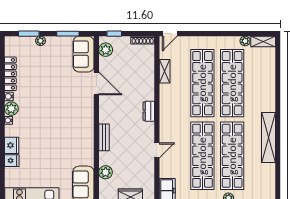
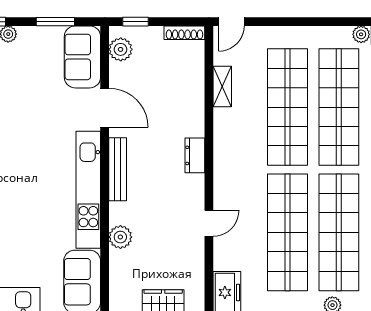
kitchen unit: (87, 131) -> (88, 190), added
bench: (104, 137) -> (118, 169), moved, width x1.36
plant: (106, 172) -> (120, 237), moved

